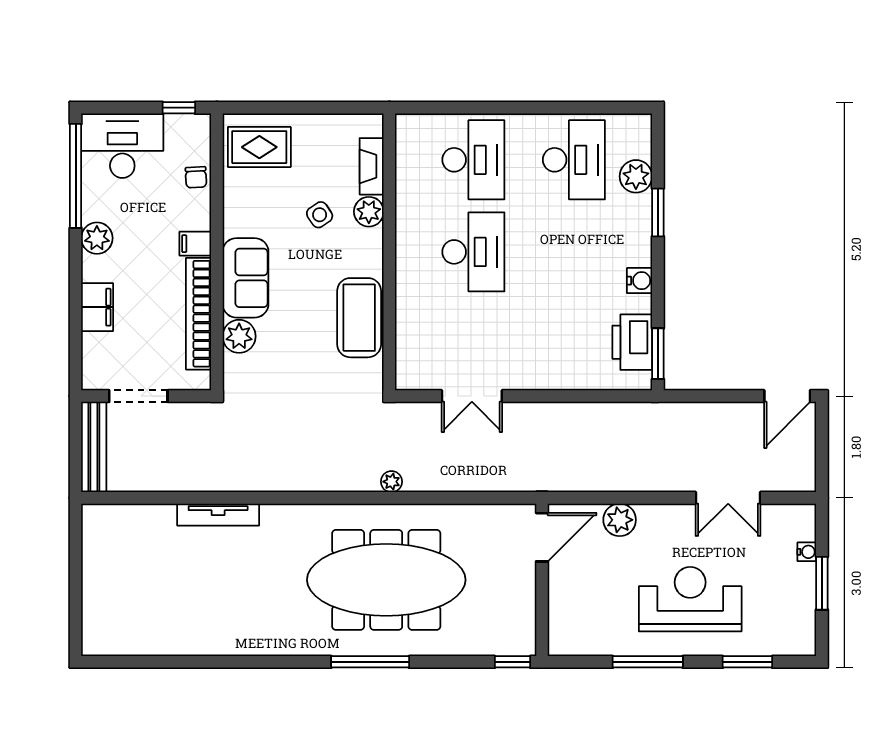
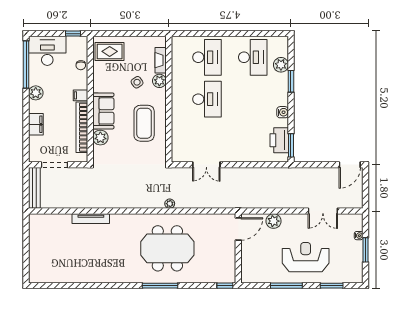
coffee table: (359, 318) -> (144, 123), moved
meeting table: (386, 580) -> (167, 248), width x0.73

